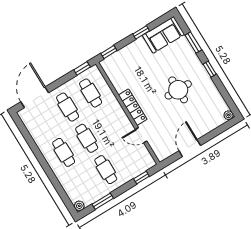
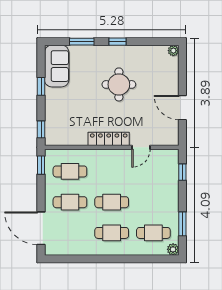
cafe table: (106, 170) -> (153, 233), moved

